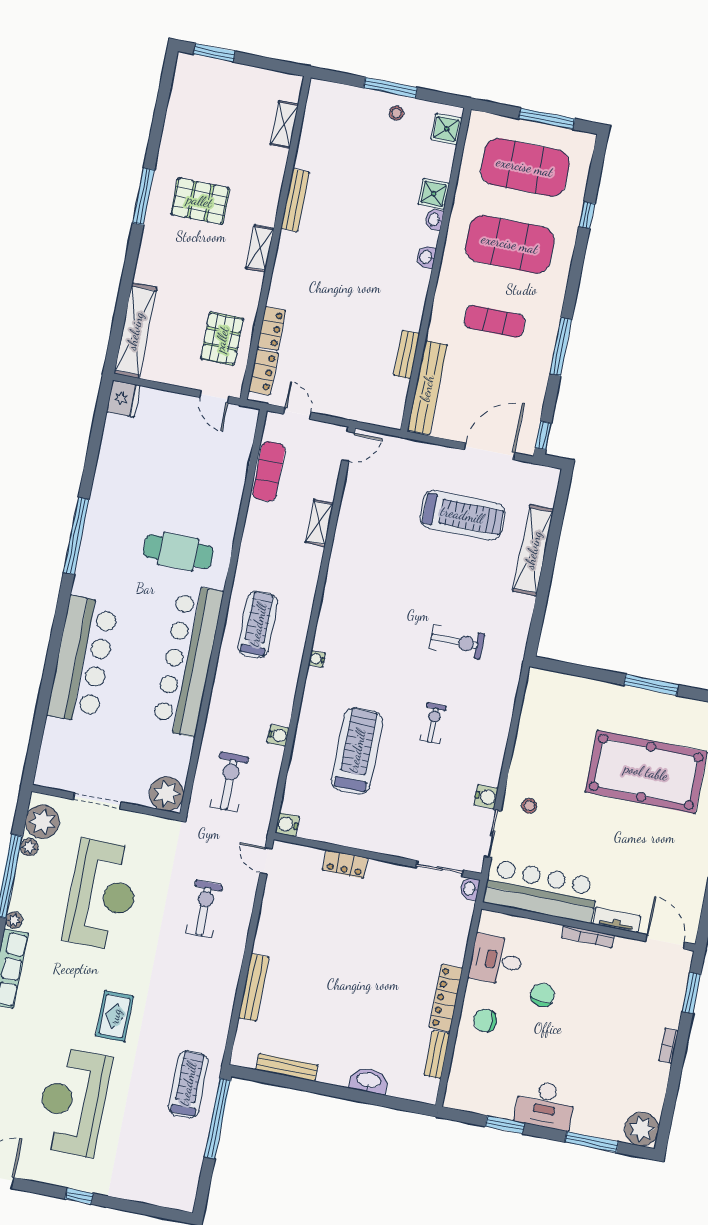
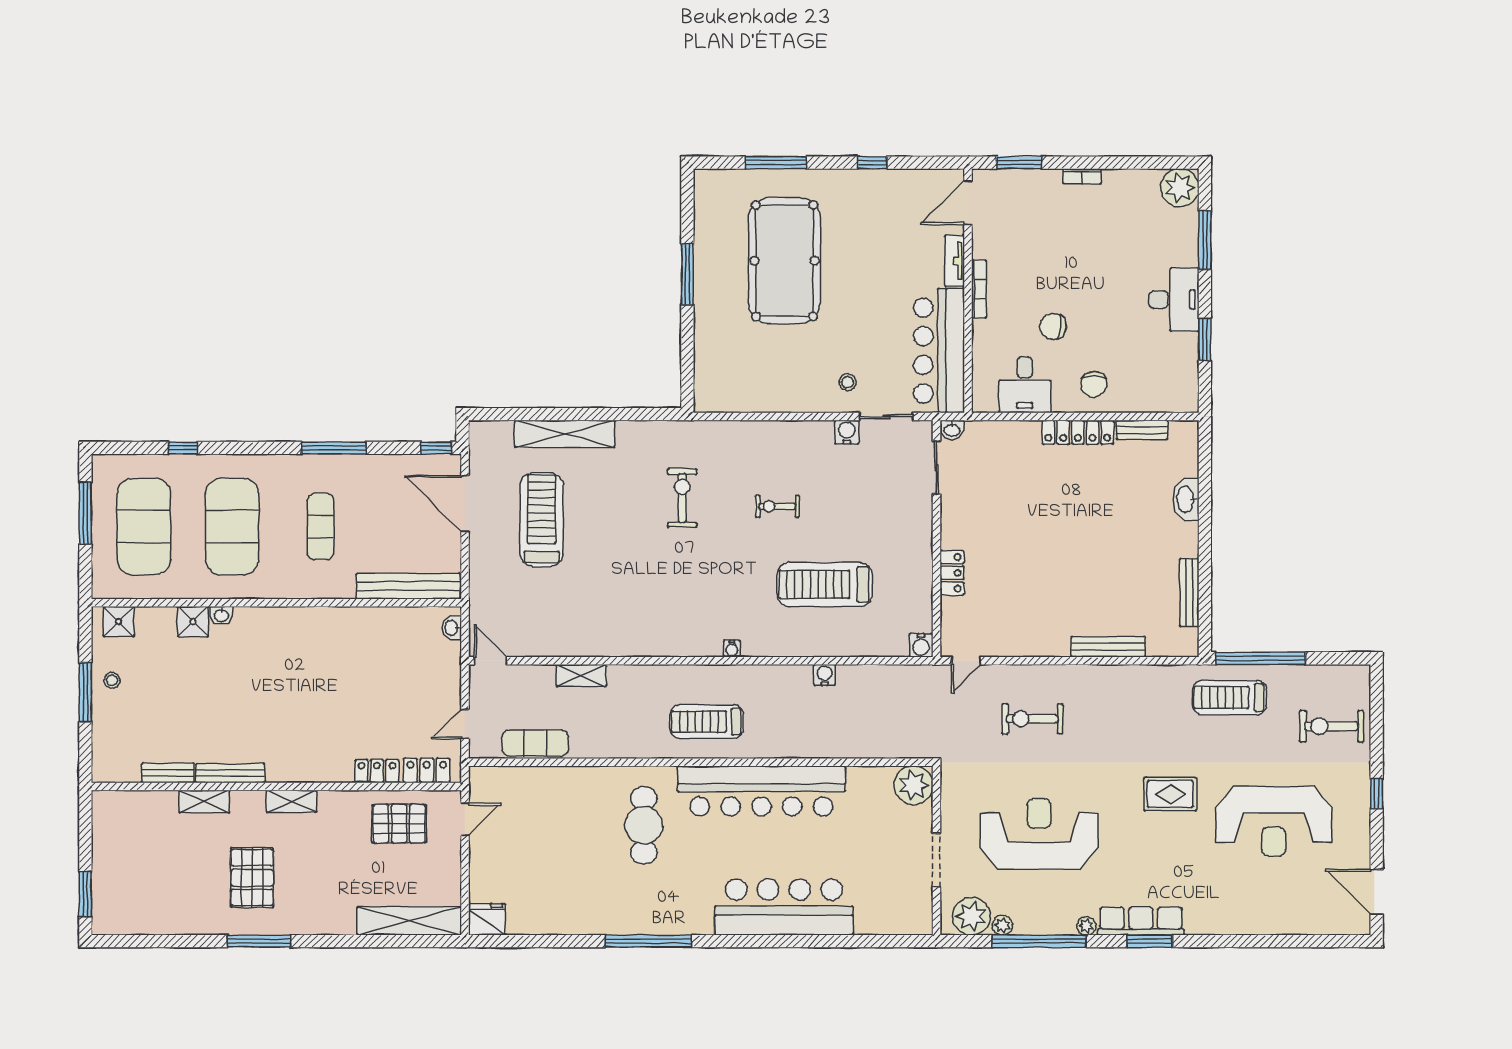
shelving: (284, 125) -> (204, 801), moved
washbasin: (426, 257) -> (452, 628), moved, turned 90
bench: (407, 354) -> (168, 773), moved
exercise bike: (229, 782) -> (1331, 726), moved

